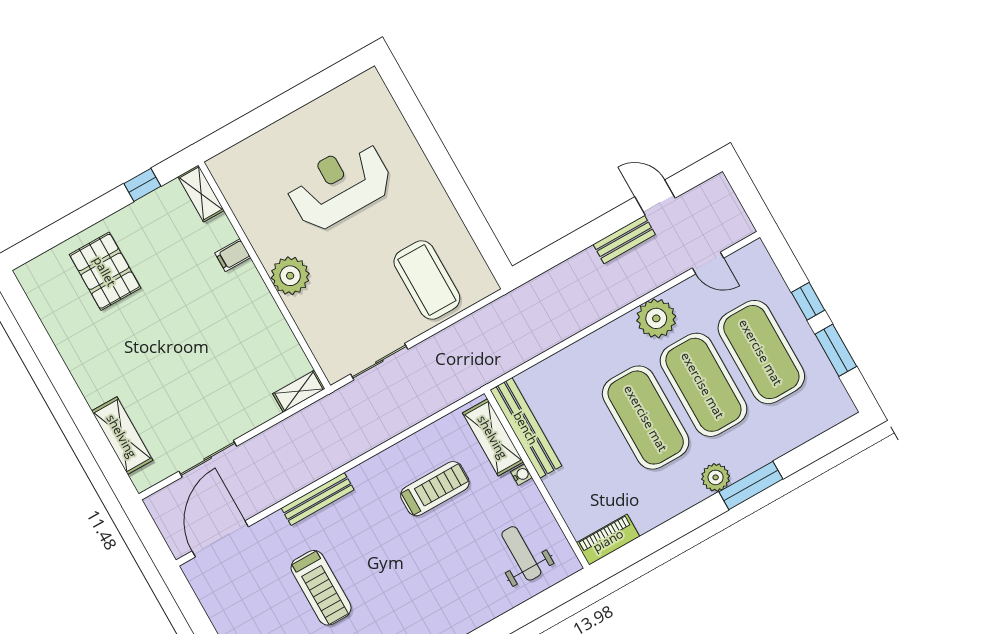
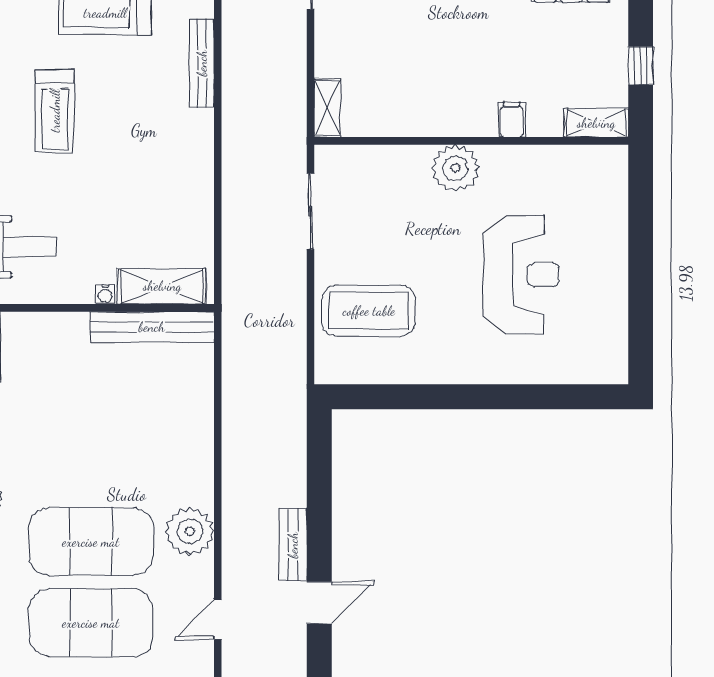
exercise mat: (646, 418) -> (91, 460), removed
treadmill: (435, 489) -> (55, 111), moved

